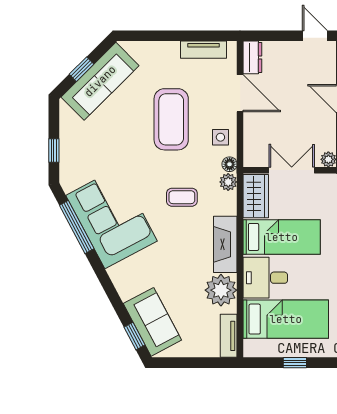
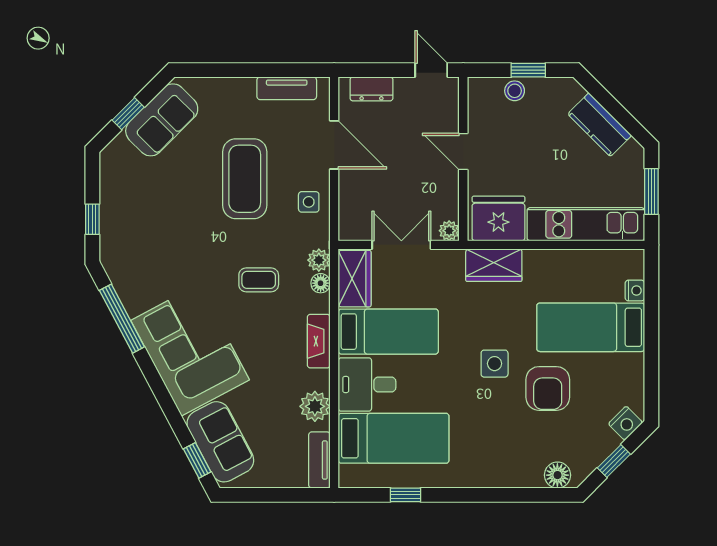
dresser: (252, 57) -> (371, 89), moved, turned 90
sofa: (100, 81) -> (162, 120), width x0.73
floor lamp: (230, 164) -> (321, 283), moved
corner sofa: (112, 218) -> (190, 350), moved
fireplace: (225, 244) -> (319, 341), width x0.73, depth x0.76
plant: (221, 290) -> (315, 406), width x0.73, depth x0.73

